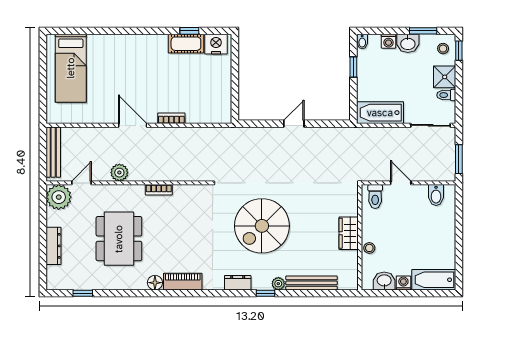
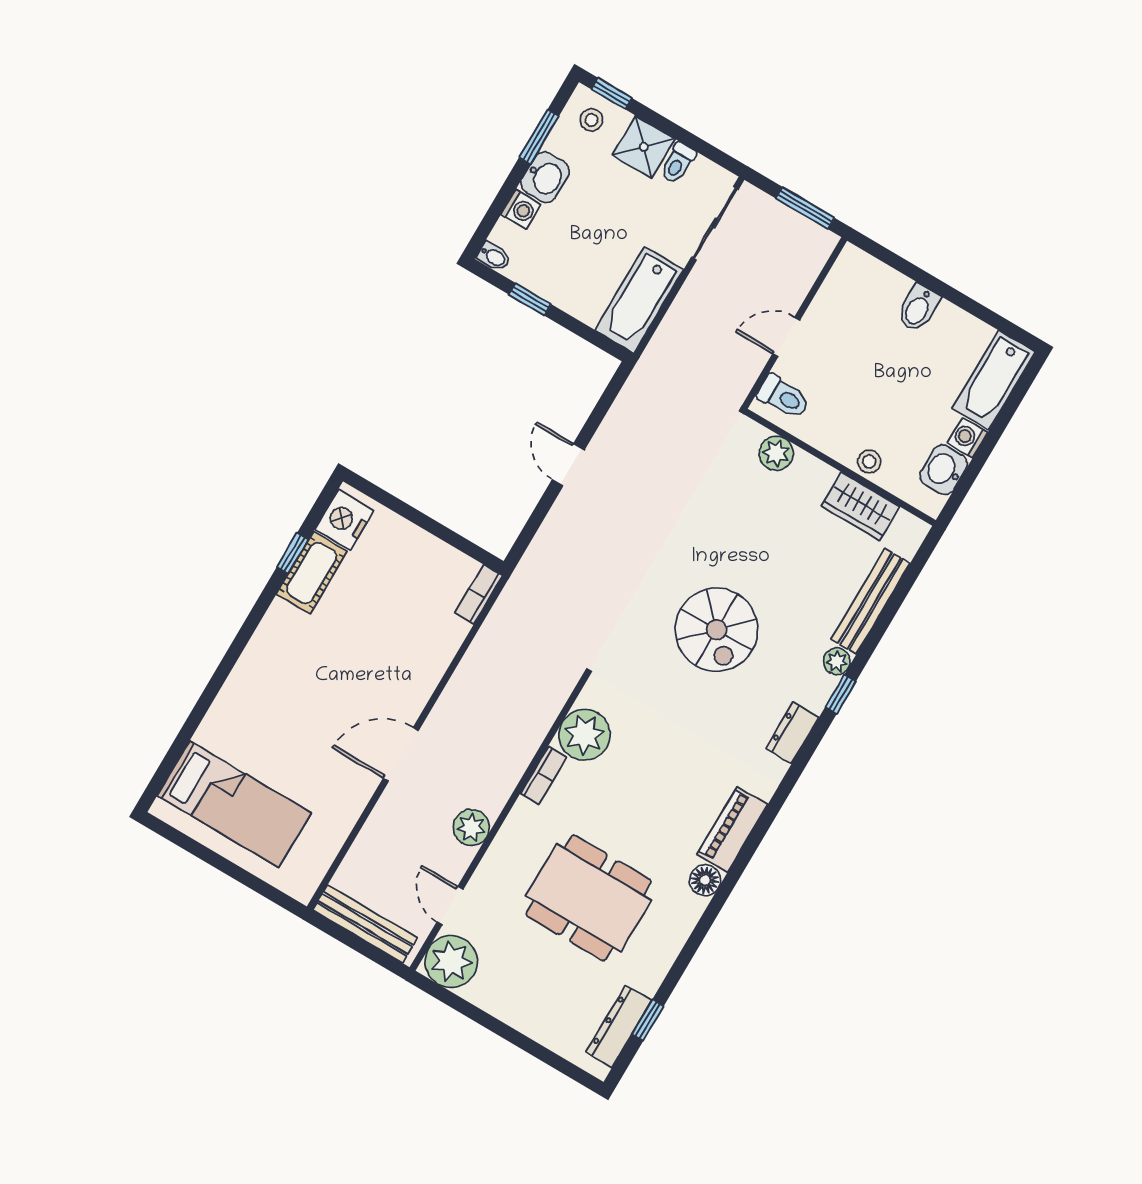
bookcase: (171, 118) -> (479, 594), moved
bidet: (436, 195) -> (918, 308), moved, turned 90
plant: (186, 197) -> (584, 735), added
plant: (350, 207) -> (776, 453), added
spiral stairs: (262, 226) -> (717, 630), width x0.73, depth x0.73
wardrobe: (349, 233) -> (860, 506), moved
dresser: (53, 246) -> (619, 1026), moved, turned -90

